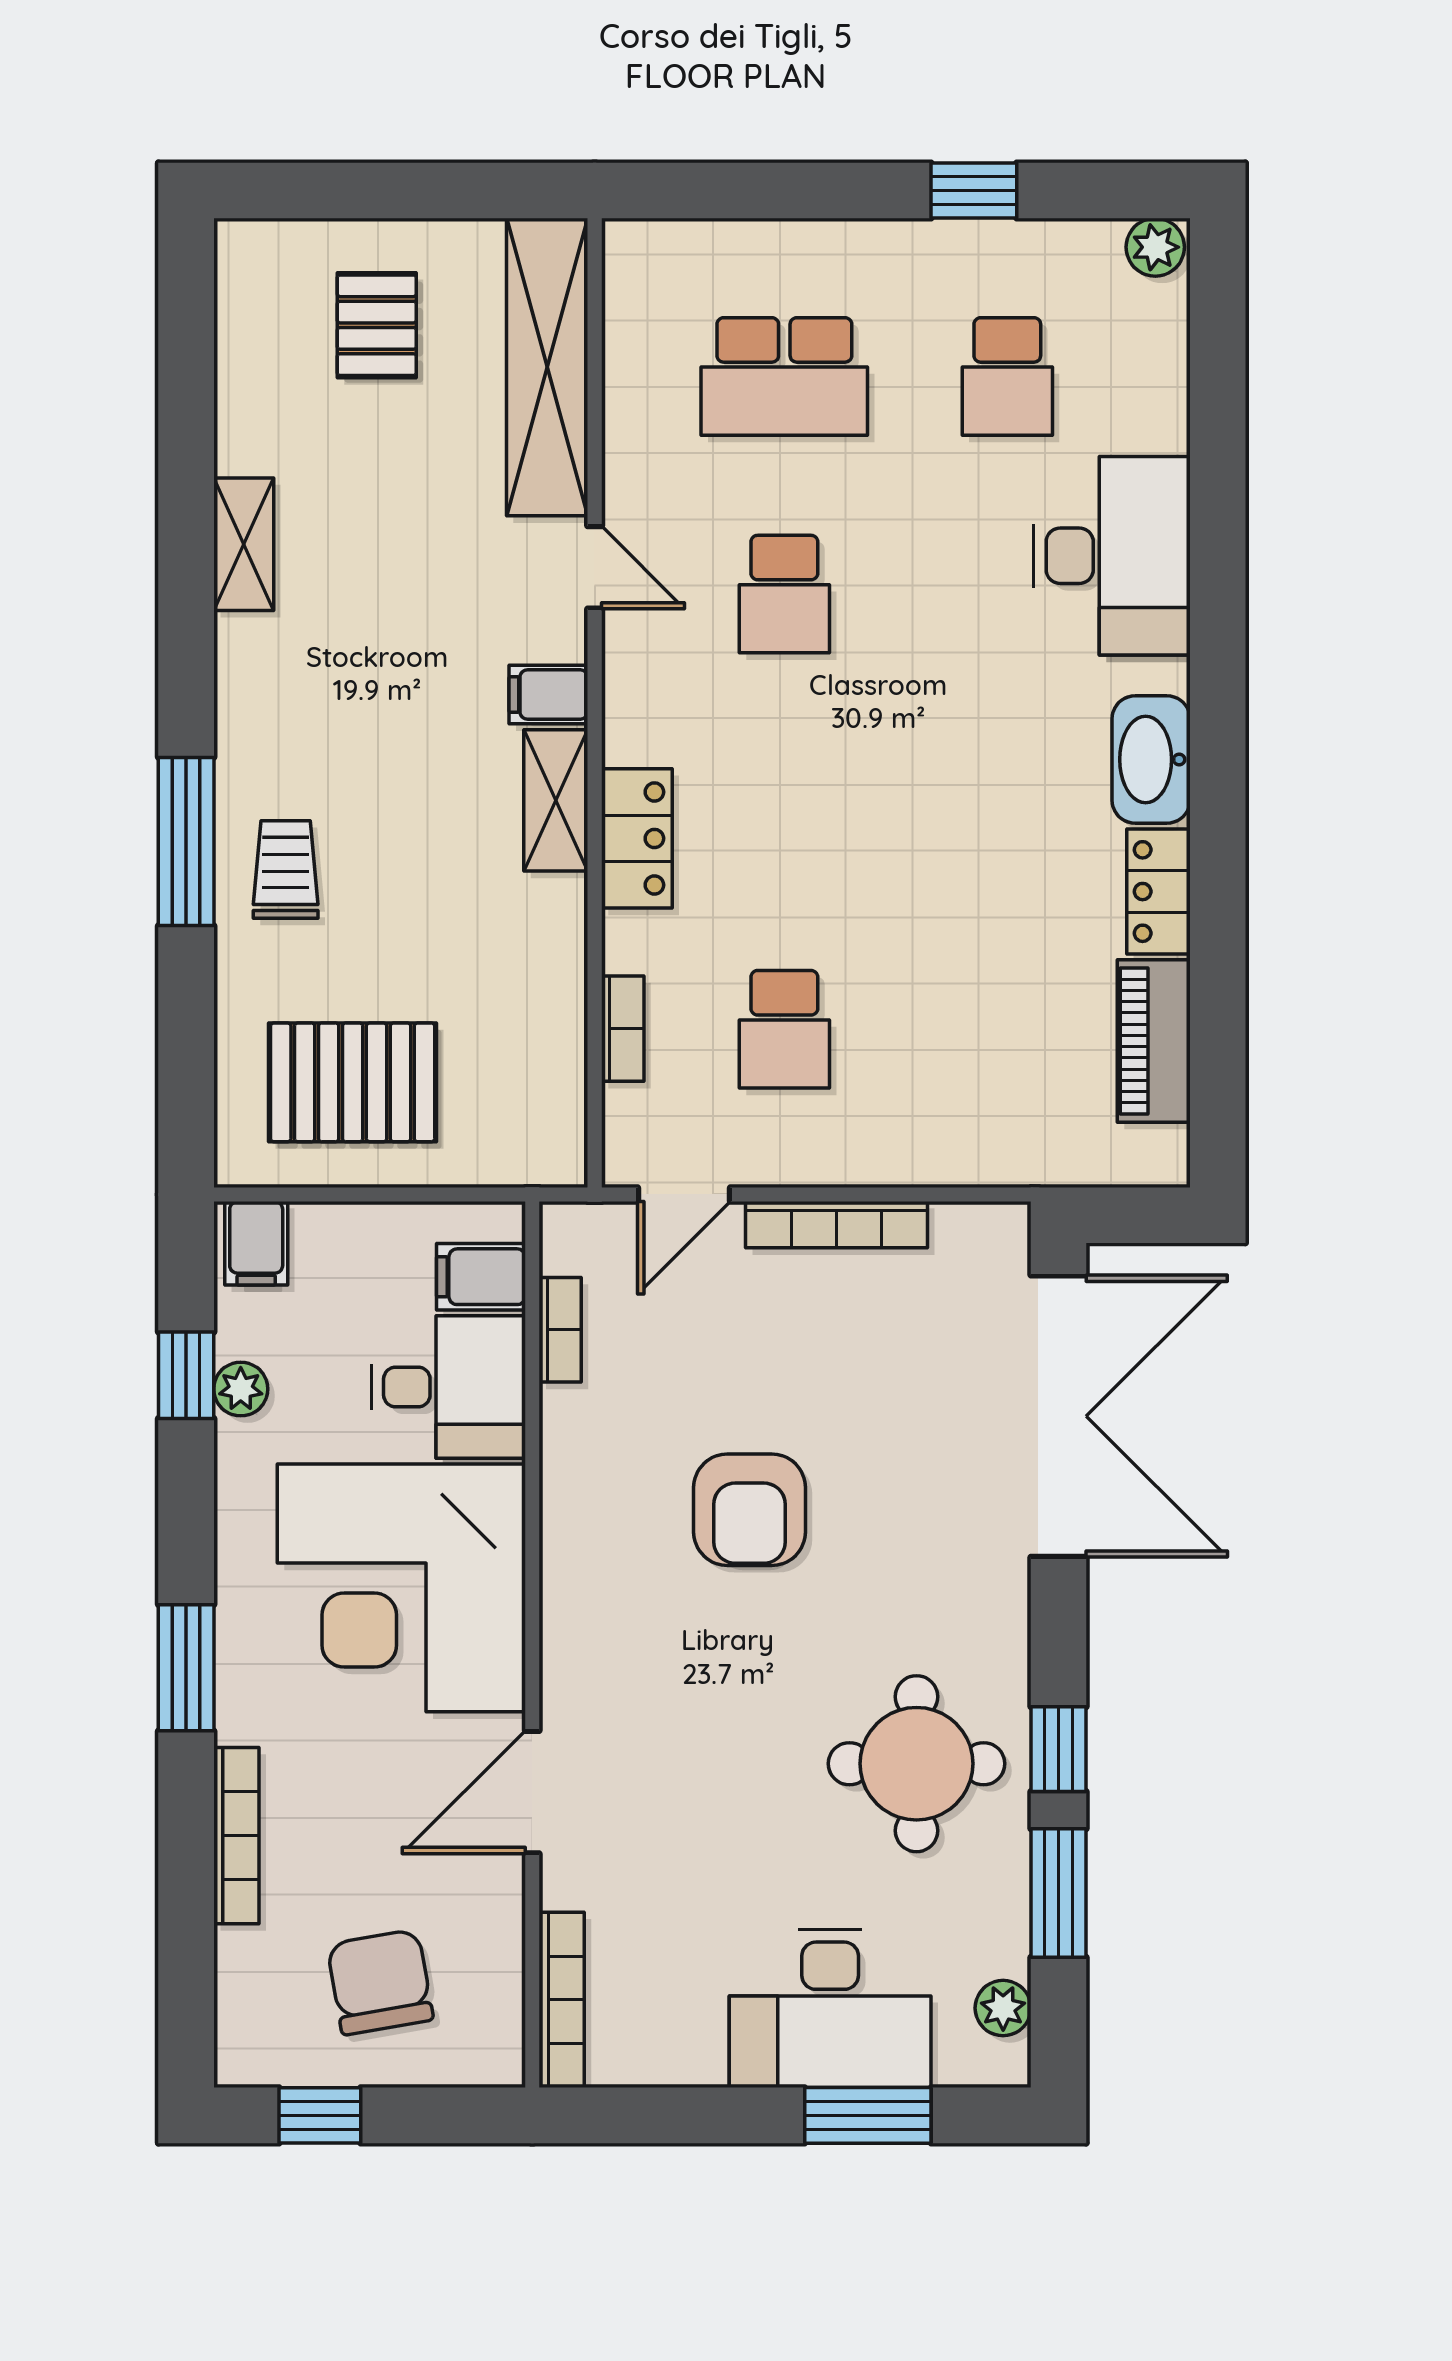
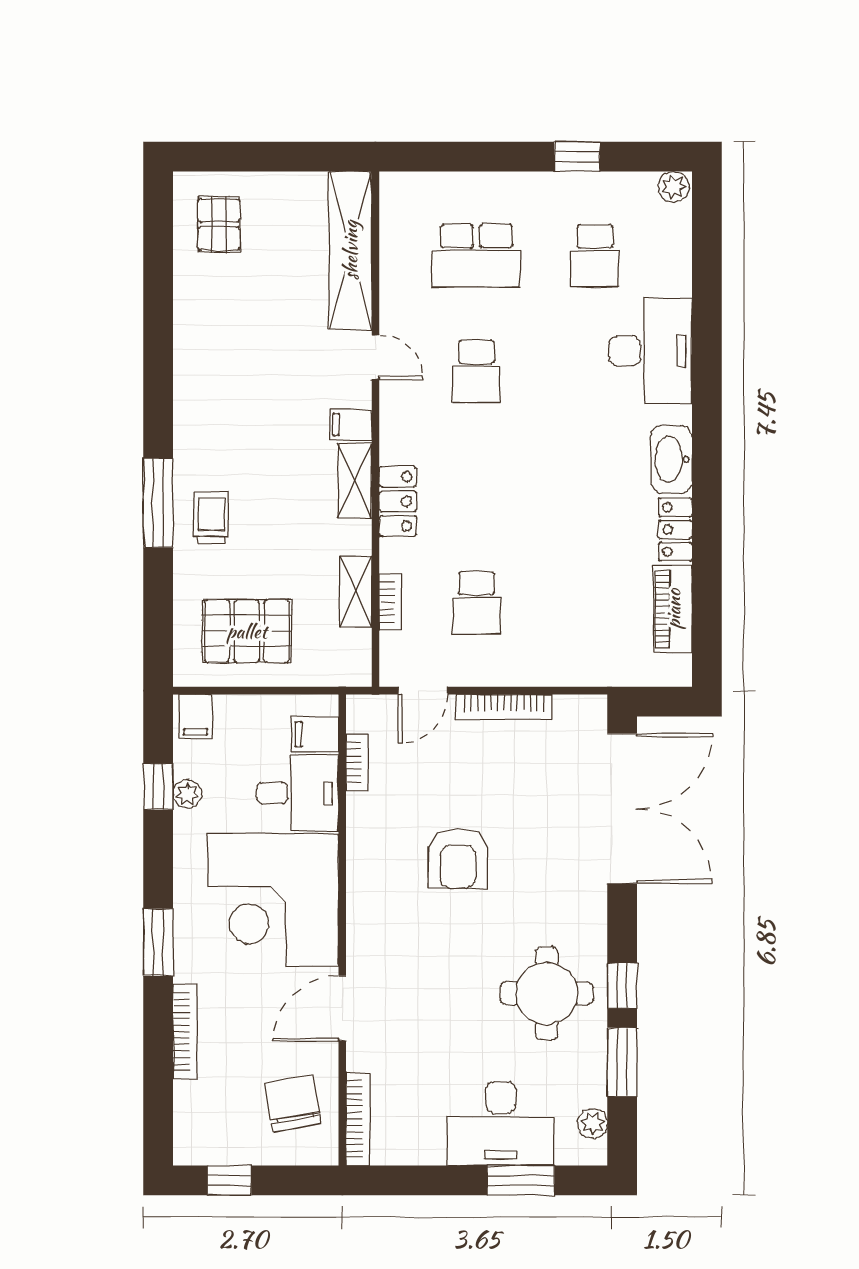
pallet: (377, 325) -> (219, 225), moved
shelving: (244, 544) -> (356, 591), moved
chair: (380, 1982) -> (293, 1103), moved

